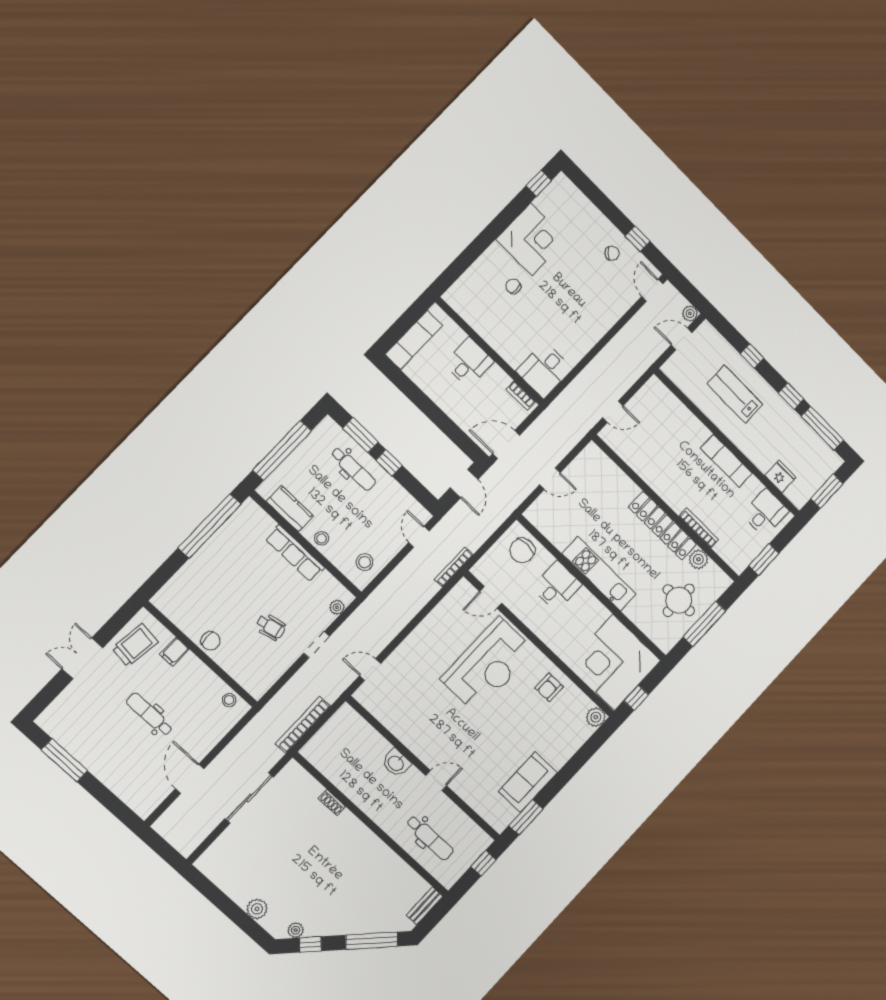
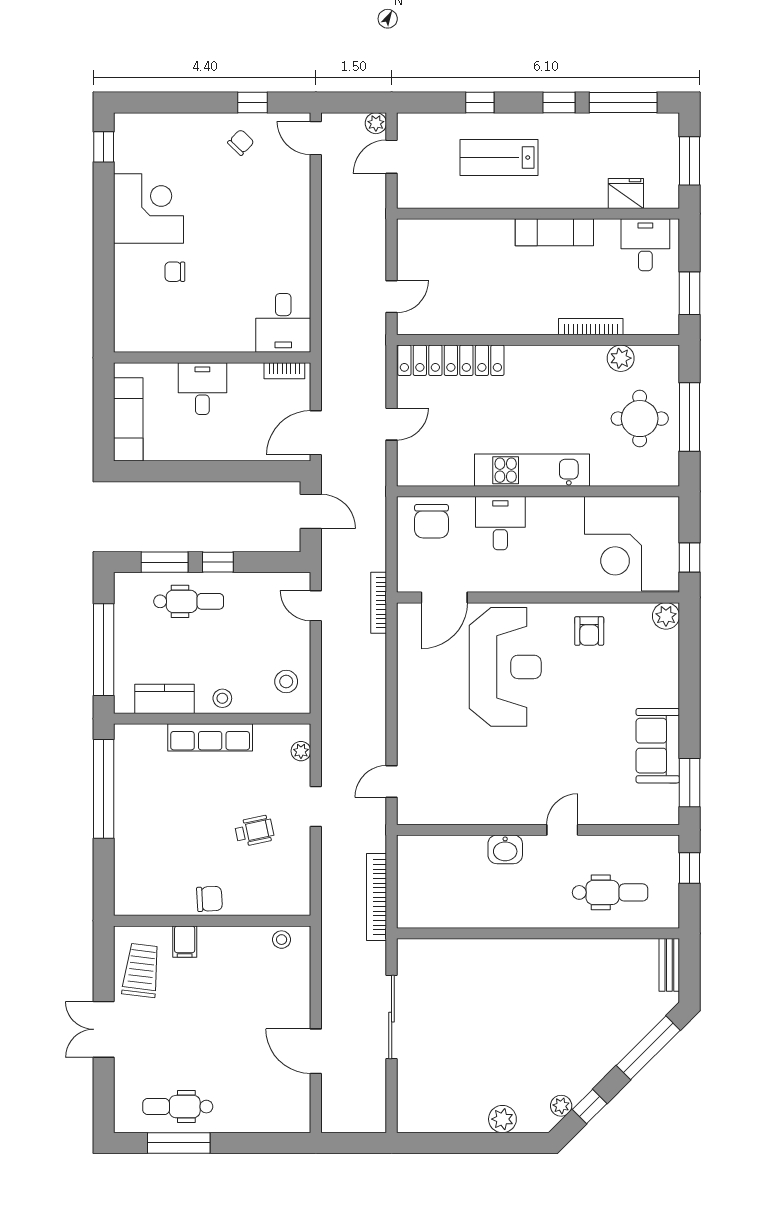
locker: (663, 526) -> (451, 360), moved
door: (491, 597) -> (444, 597), width x1.38
dental chair: (150, 714) -> (178, 1107), moved
shoe rack: (332, 802) -> (478, 947), removed

